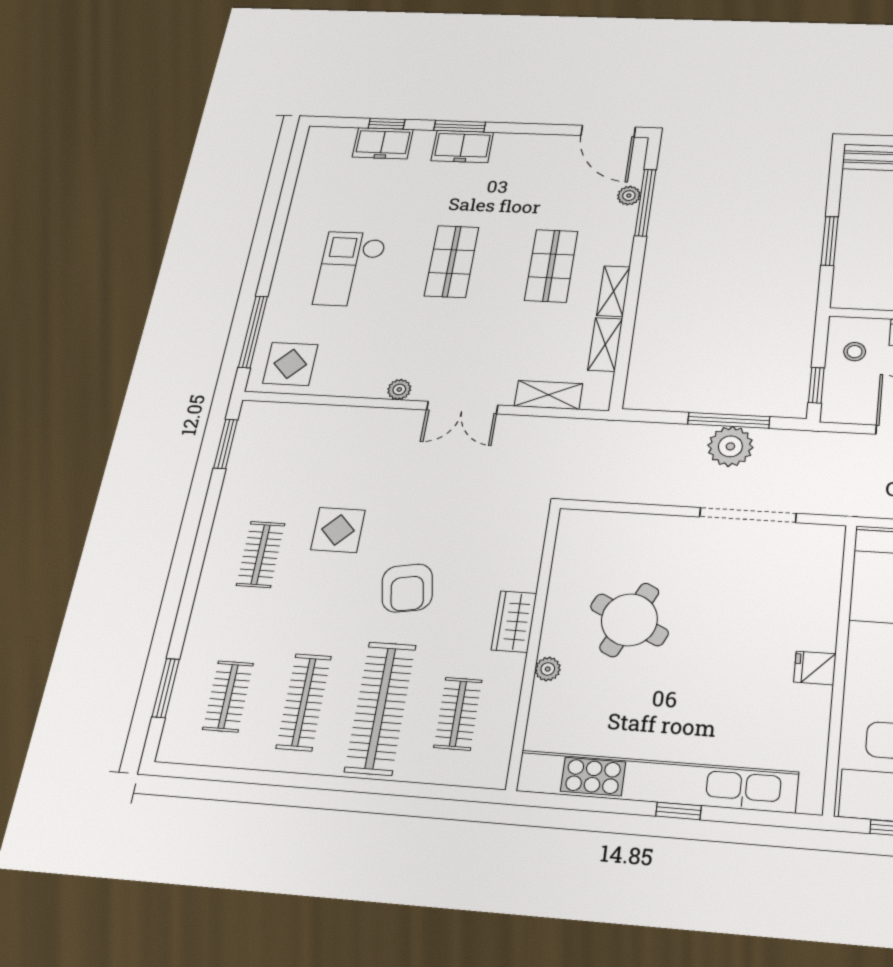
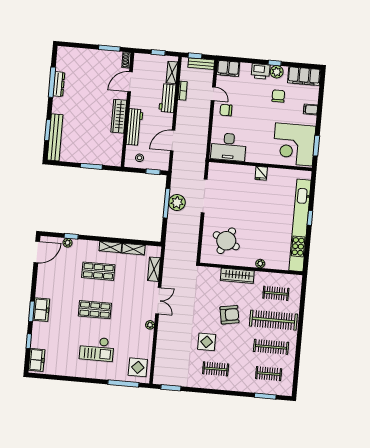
freezer: (383, 143) -> (37, 360), moved
window: (645, 203) -> (71, 236), width x0.46
round table: (629, 620) -> (226, 241), moved
wardrobe: (514, 622) -> (237, 276), width x1.50

